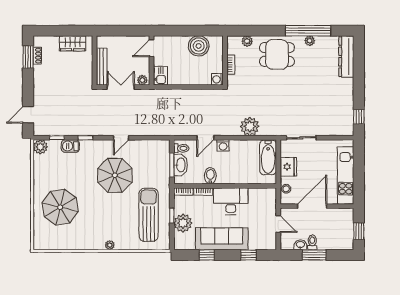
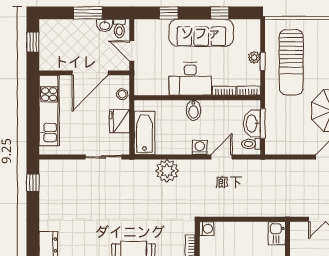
plant: (142, 80) -> (299, 228), removed
bidet: (210, 176) -> (194, 110), moved
plant: (183, 223) -> (254, 57), width x0.53, depth x0.53
toilet: (312, 242) -> (119, 28), moved

